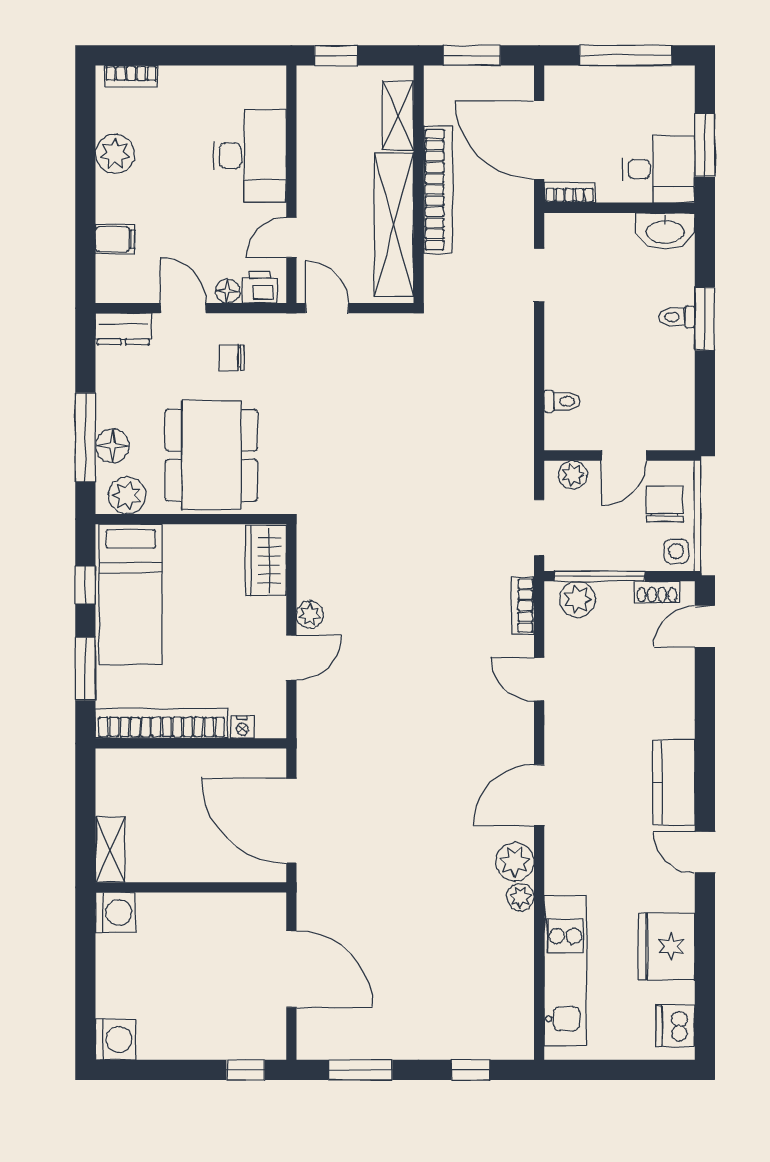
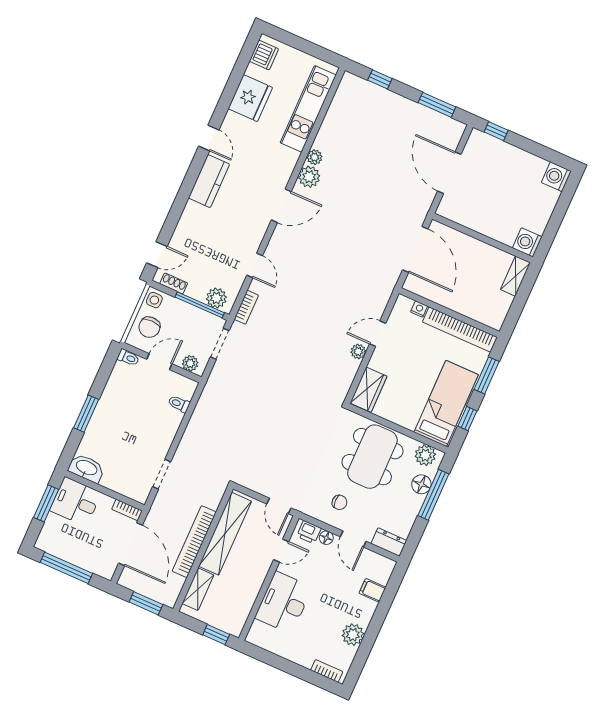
toilet: (677, 317) -> (128, 358), moved

